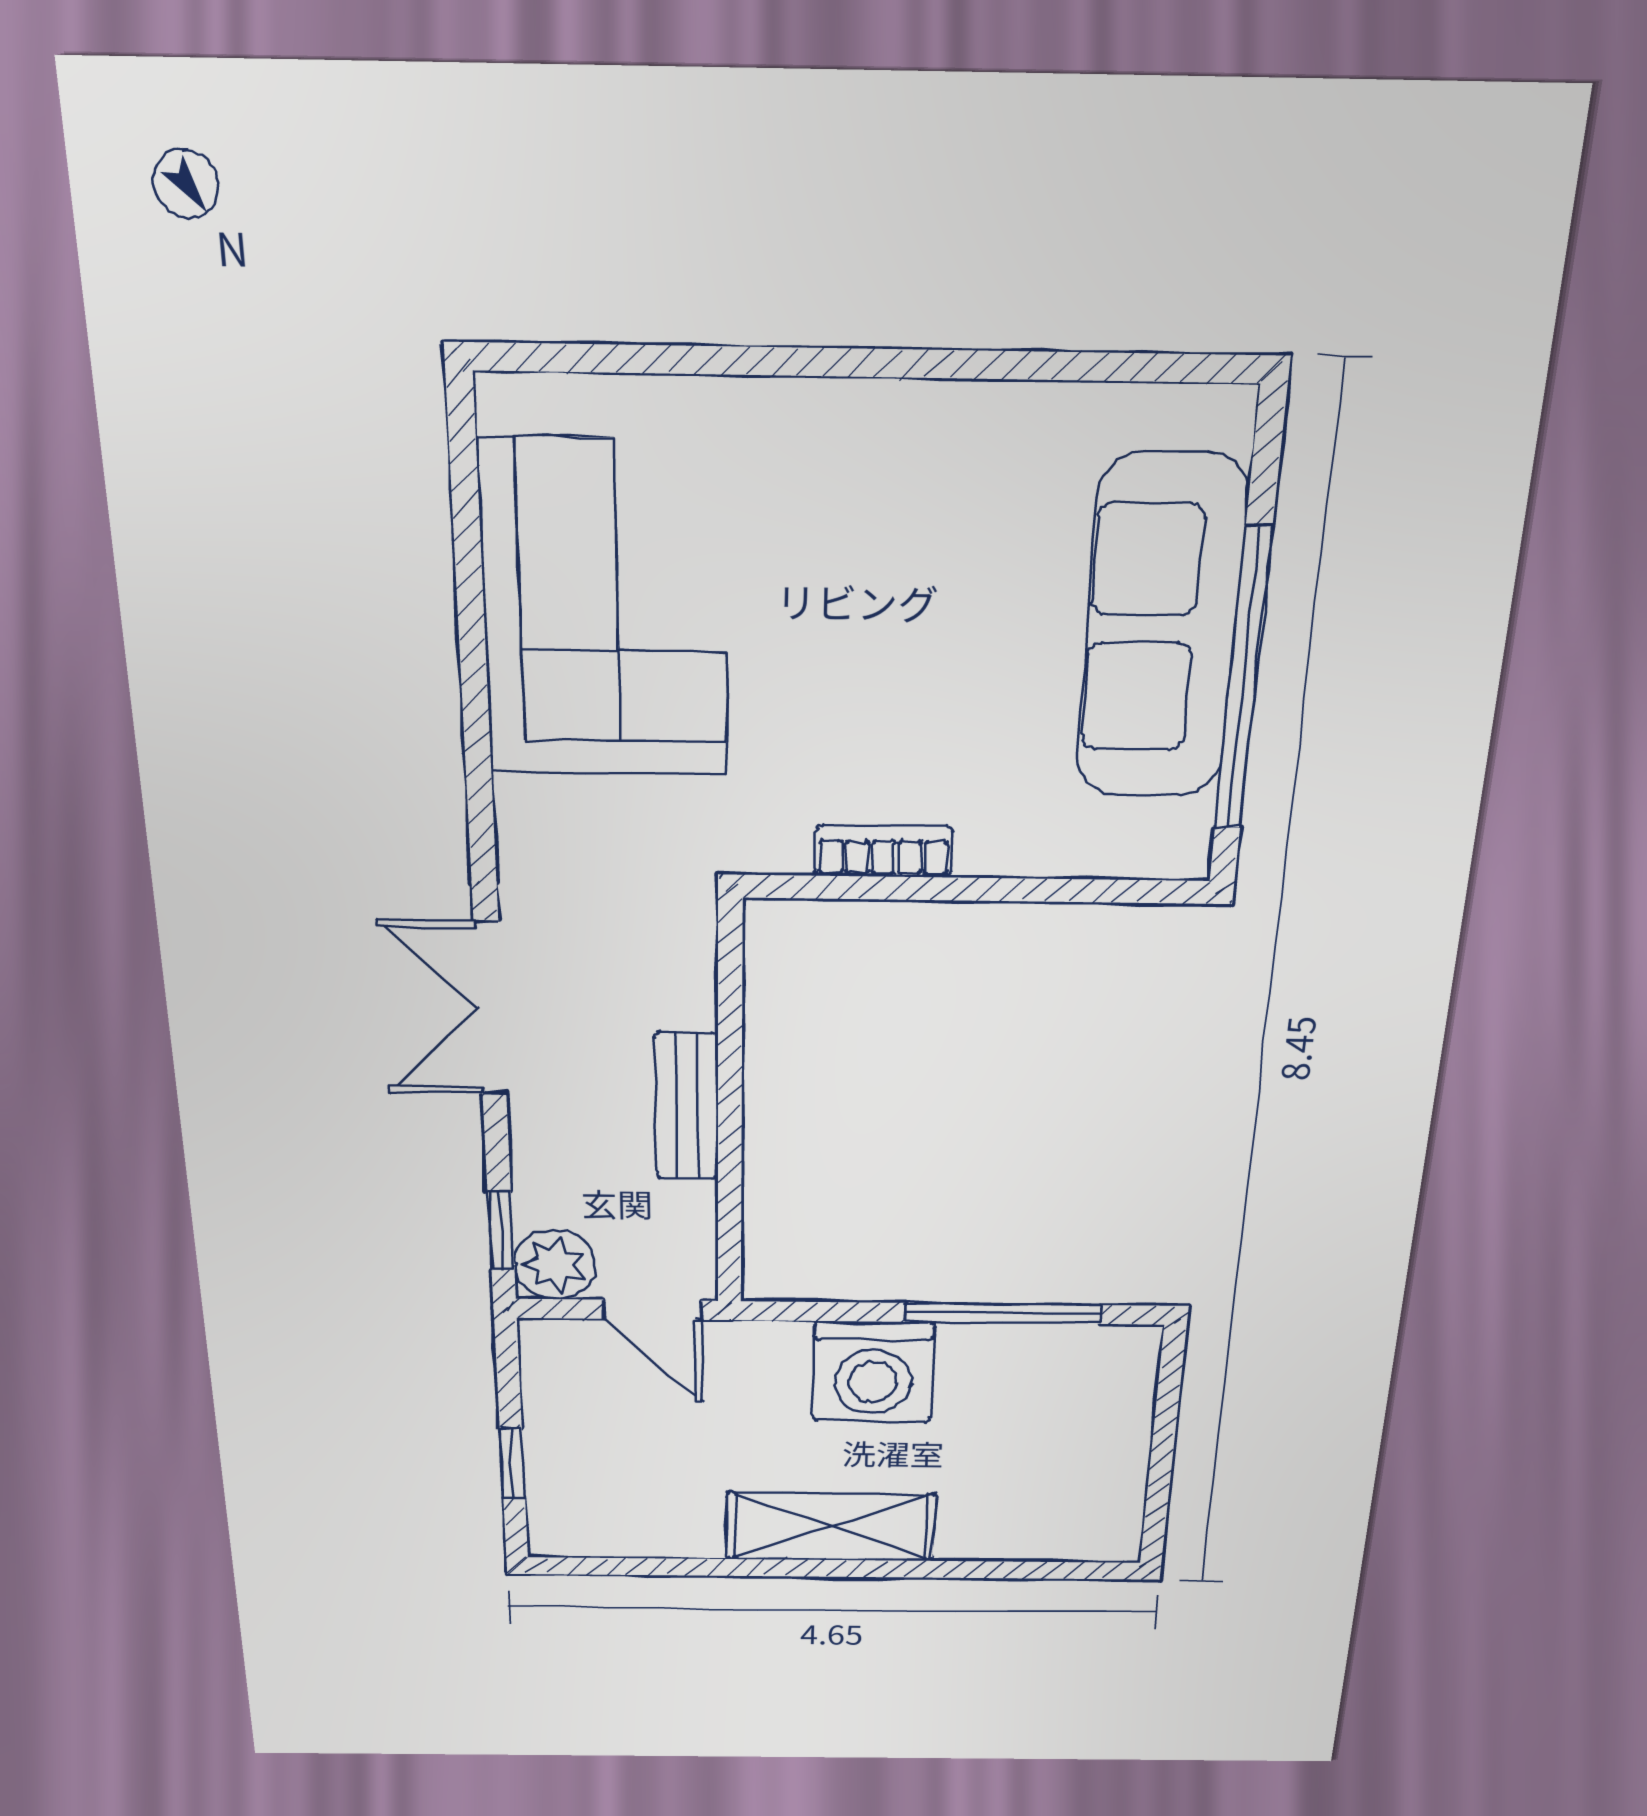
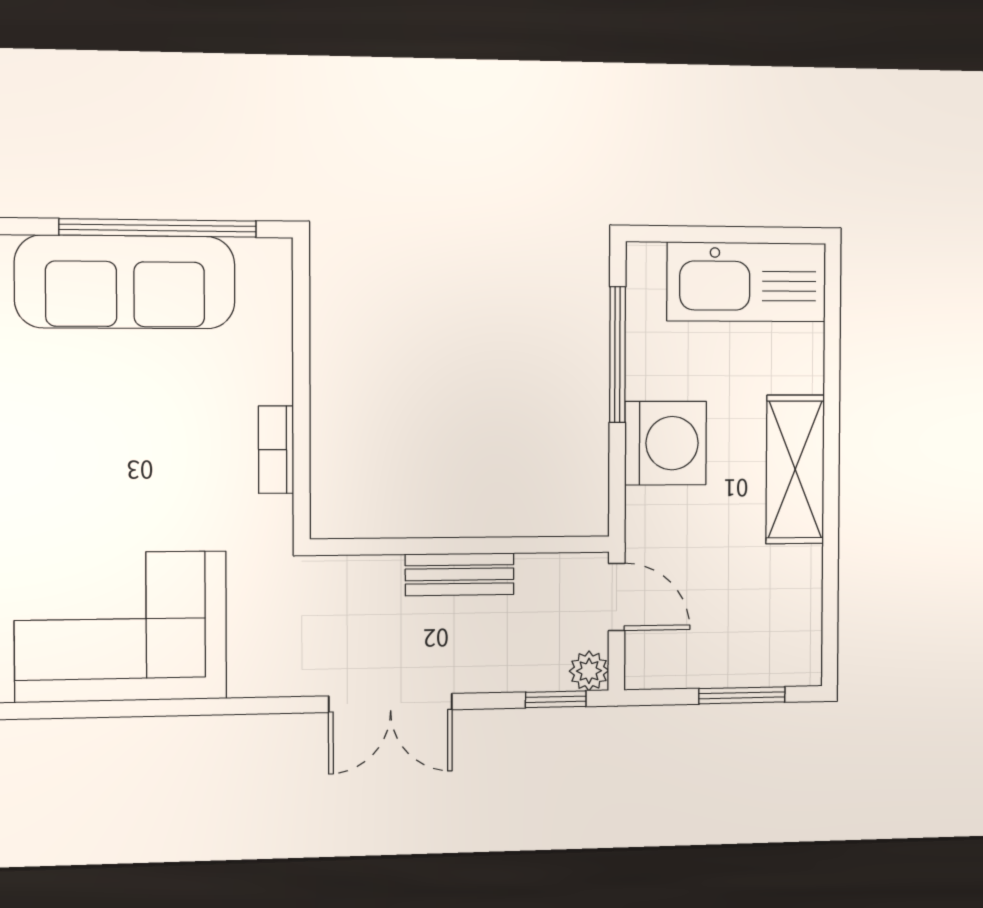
plant: (555, 1265) -> (589, 671), width x0.73, depth x0.73
door: (652, 1310) -> (617, 597), hinge flipped
window: (512, 1463) -> (742, 695), width x1.50
kitchen sink: (1095, 1471) -> (747, 282), added

